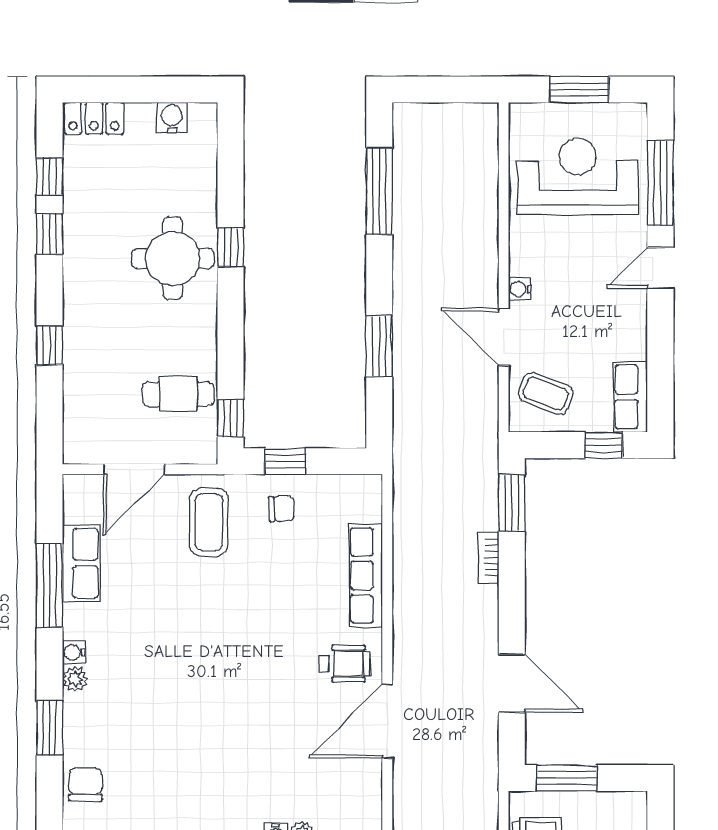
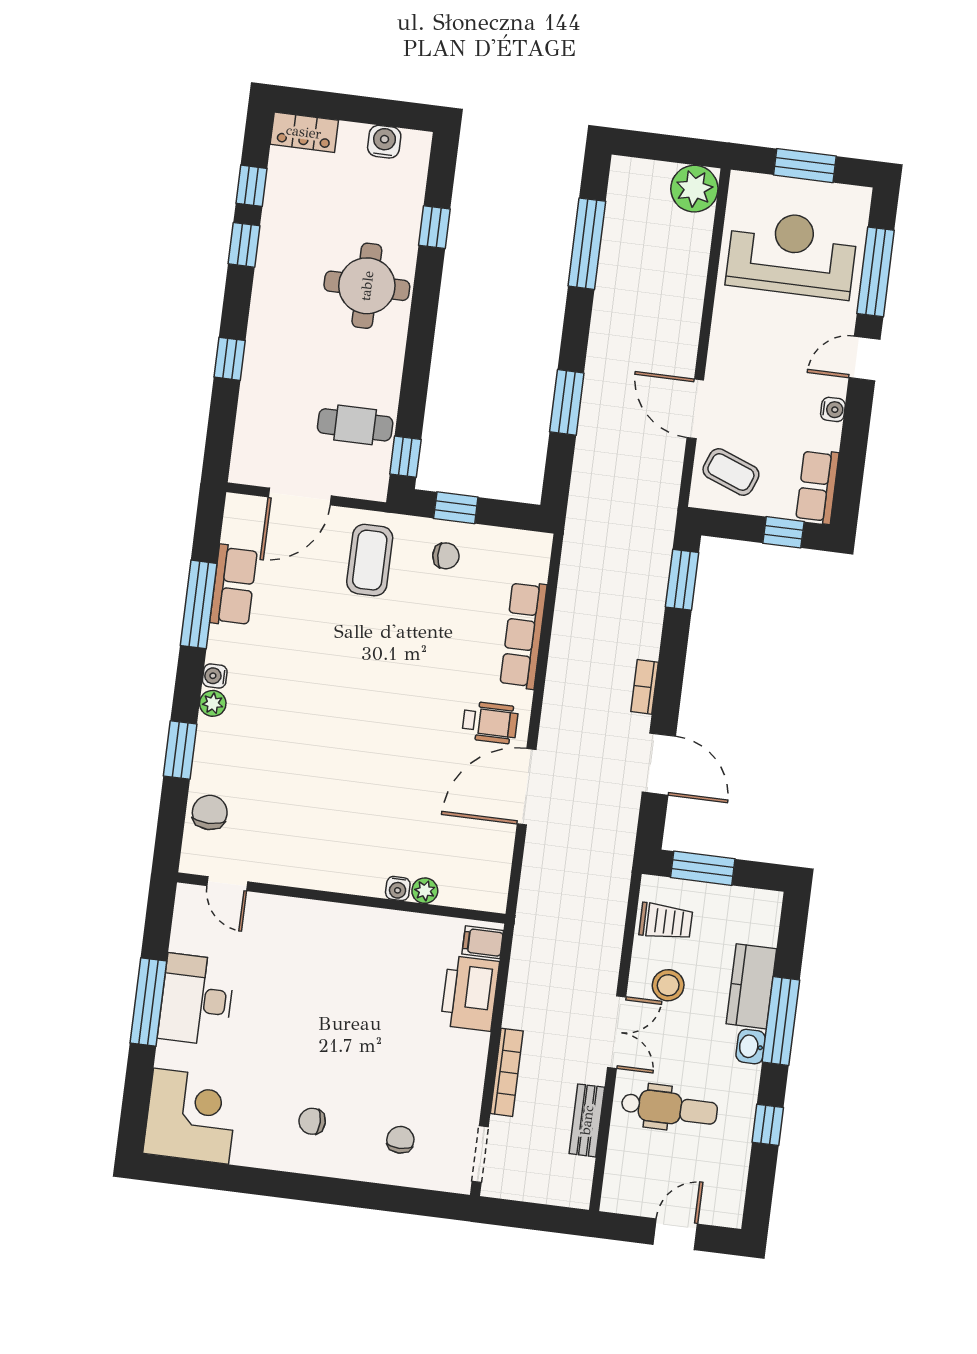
plant: (476, 125) -> (694, 189), added
window: (231, 248) -> (434, 227), moved
water cooler: (520, 289) -> (833, 409), moved, turned 180
bookcase: (489, 558) -> (645, 687), moved

